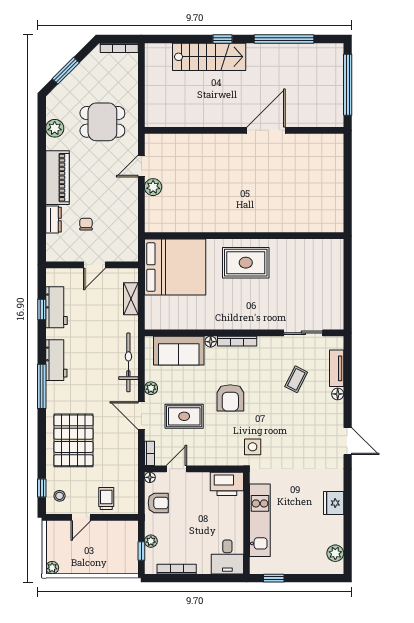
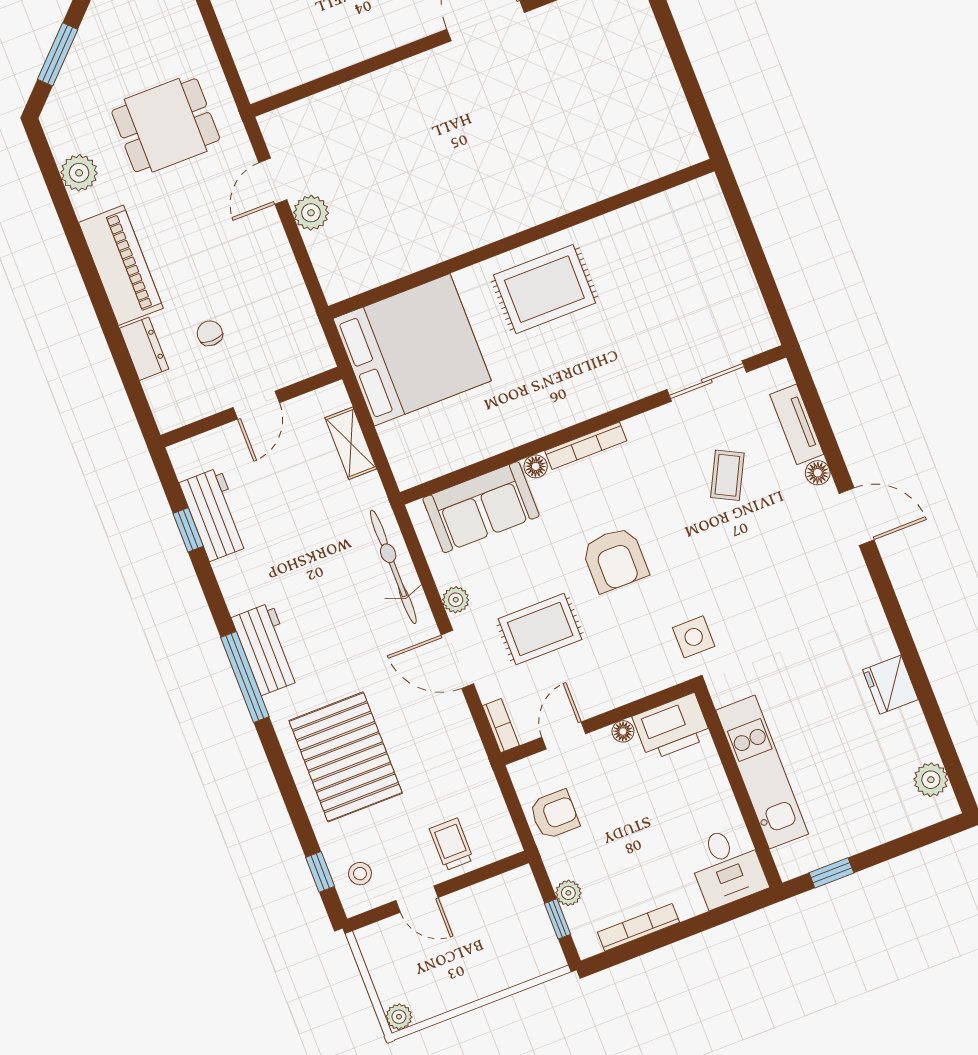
workbench: (56, 360) -> (266, 649), moved
door: (348, 441) -> (857, 517), moved
floor lamp: (150, 477) -> (623, 731), moved
door: (81, 517) -> (417, 899), hinge flipped

